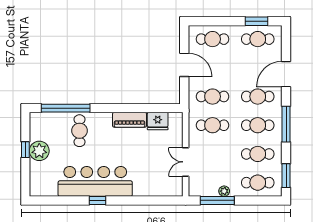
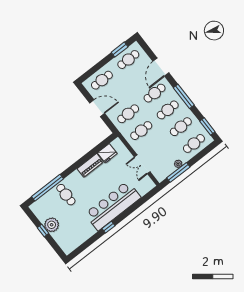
bar counter: (95, 181) -> (113, 206), moved

